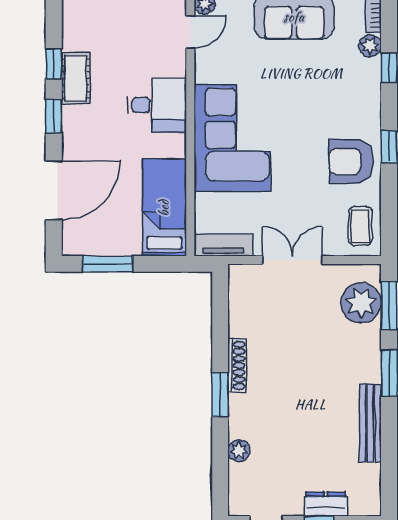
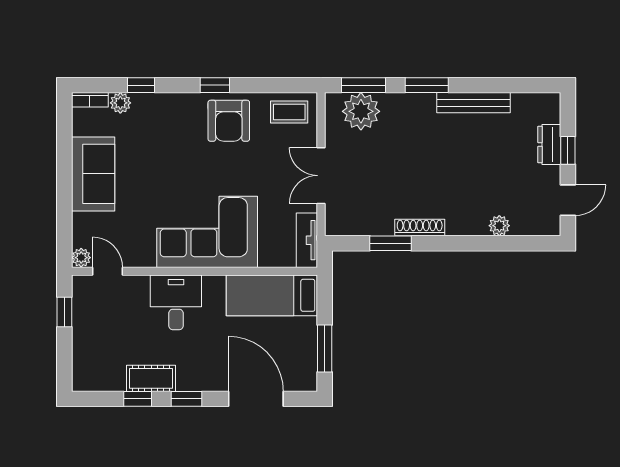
window: (220, 395) -> (390, 243), moved

